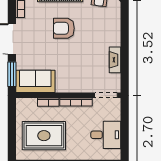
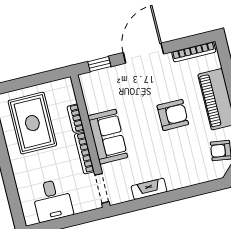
armchair: (64, 28) -> (173, 115), turned 90
window: (12, 74) -> (99, 64), width x0.67
sofa: (35, 81) -> (108, 137), moved

